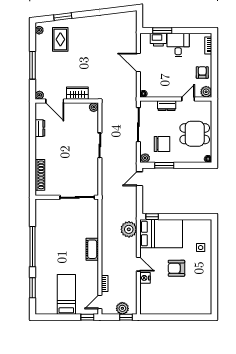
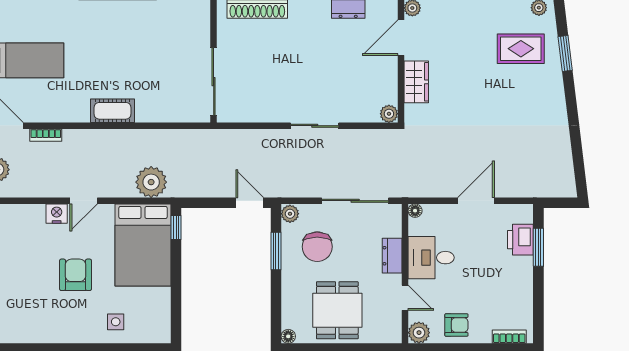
desk: (178, 45) -> (431, 258), moved, turned 180

